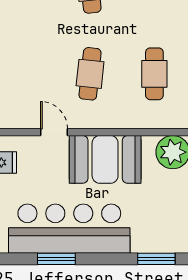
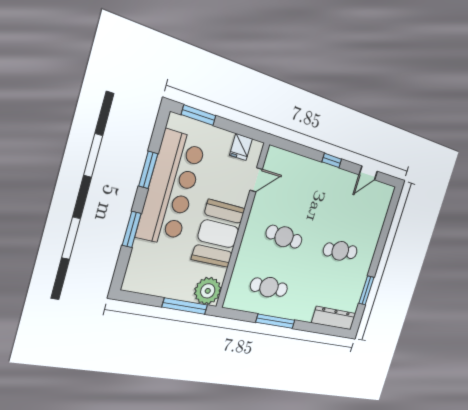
door: (54, 132) -> (256, 180), moved
window: (156, 259) -> (132, 229), moved

